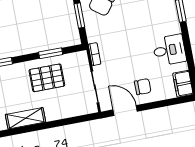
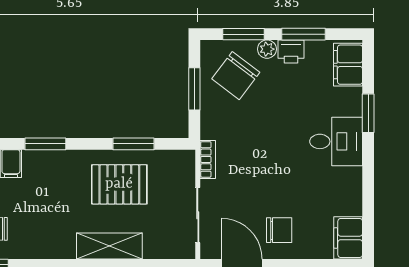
desk: (169, 50) -> (336, 141), moved
shelving: (26, 118) -> (109, 246), moved

